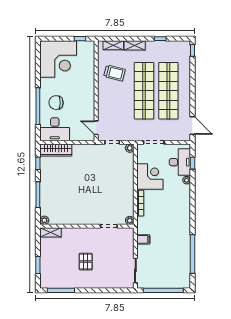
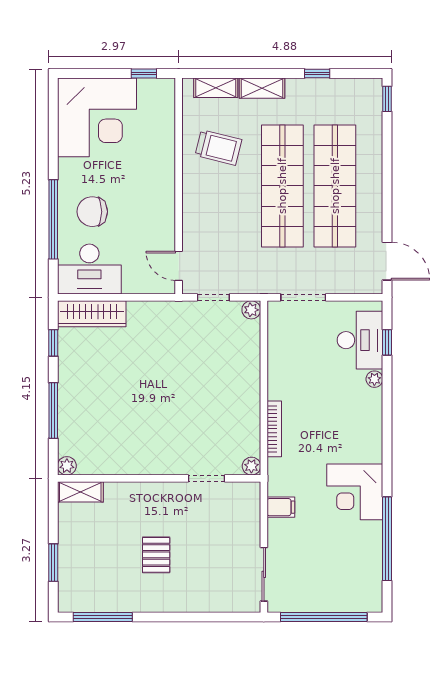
corner desk: (150, 176) -> (355, 492), moved, turned 180

